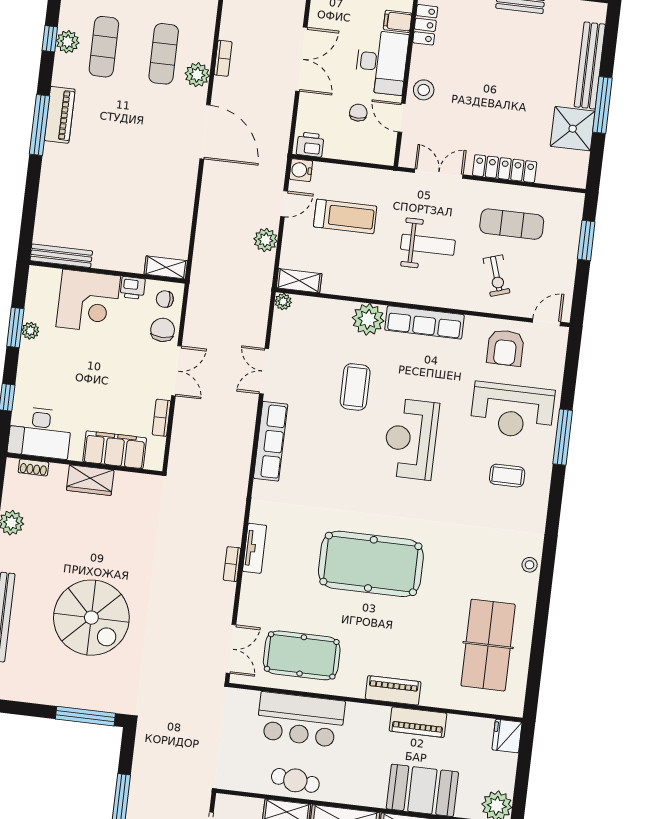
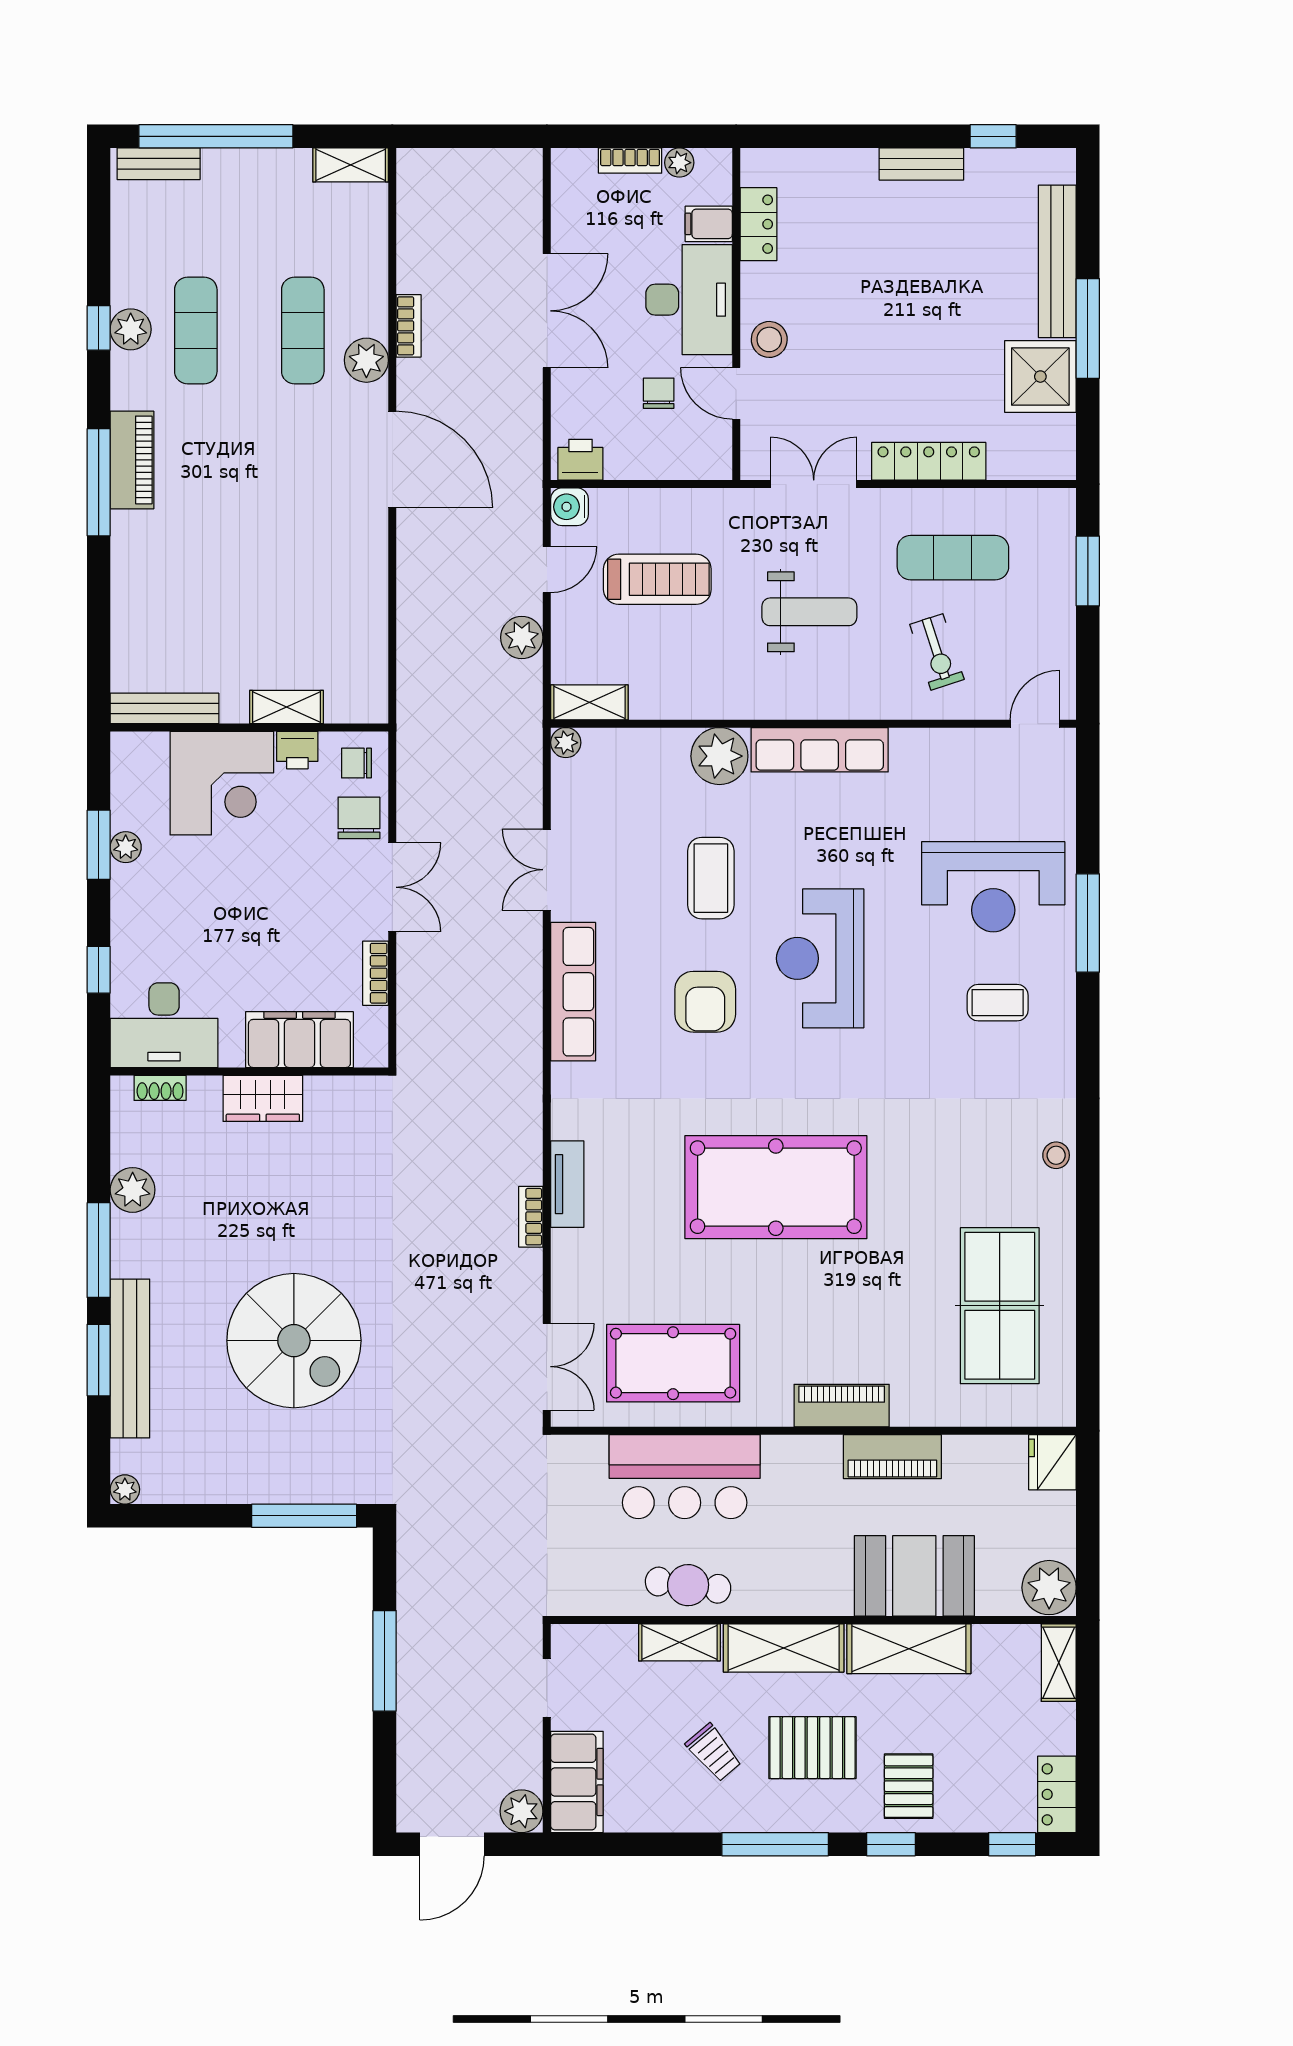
shelving: (166, 267) -> (287, 707), moved
armchair: (505, 348) -> (705, 1002), moved

